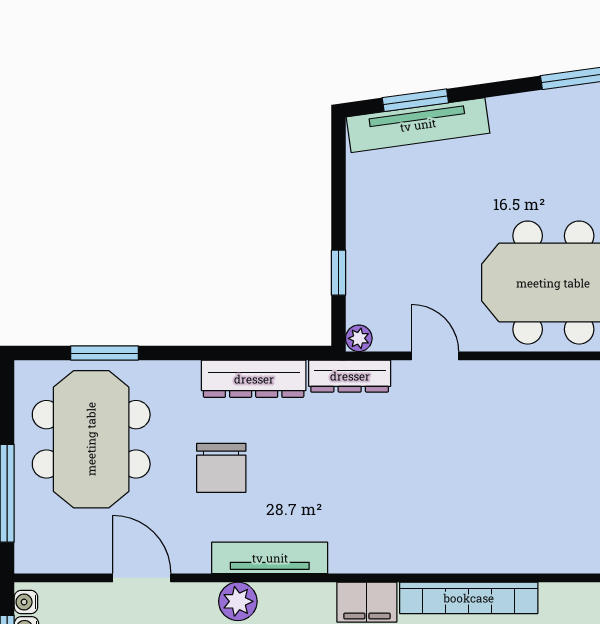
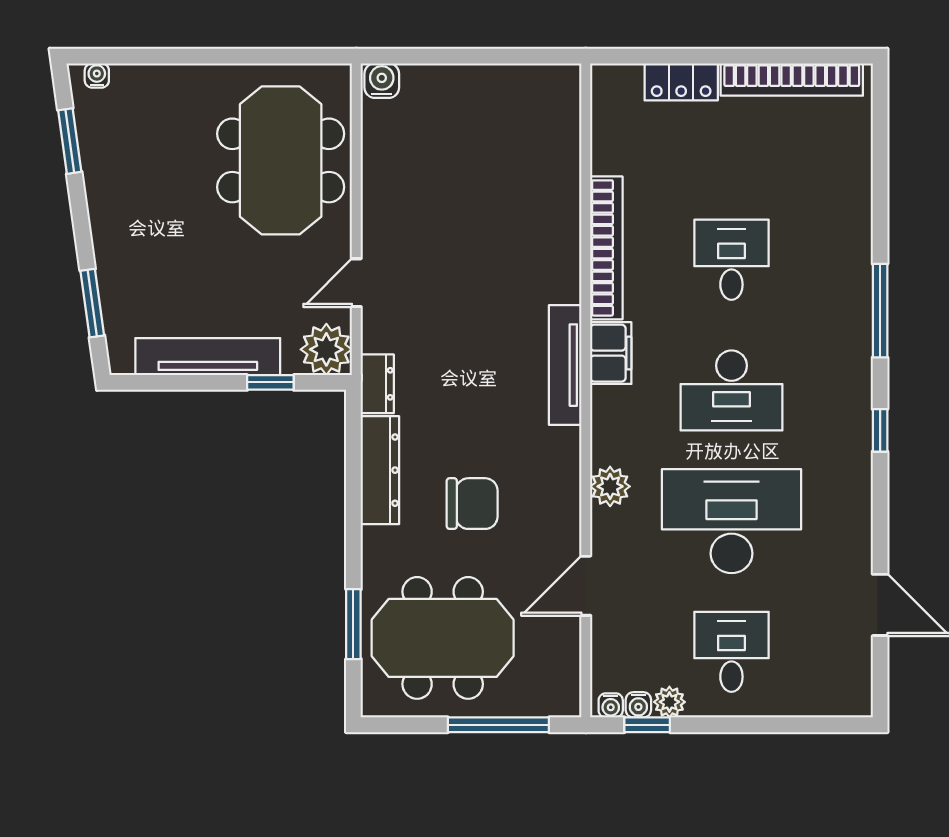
tv unit: (418, 125) -> (208, 357), moved, turned -82
plant: (359, 338) -> (326, 349), width x1.88, depth x1.88
dresser: (350, 376) -> (377, 384), width x0.70
tv unit: (270, 558) -> (565, 365), moved

